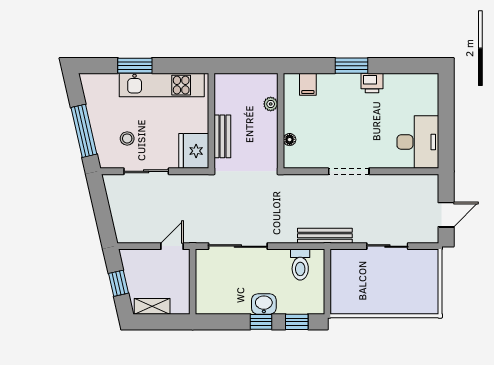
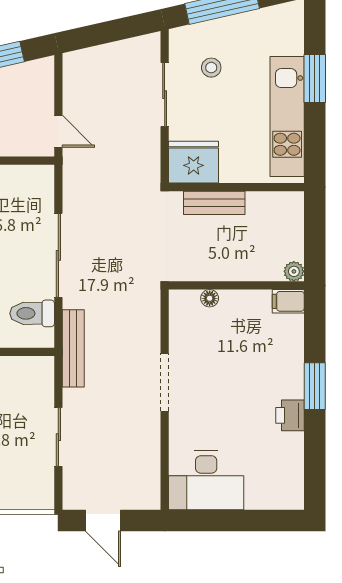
filing cabinet: (308, 84) -> (288, 301), moved
plant: (271, 104) -> (294, 271), moved
sliding door: (238, 246) -> (58, 255), moved

